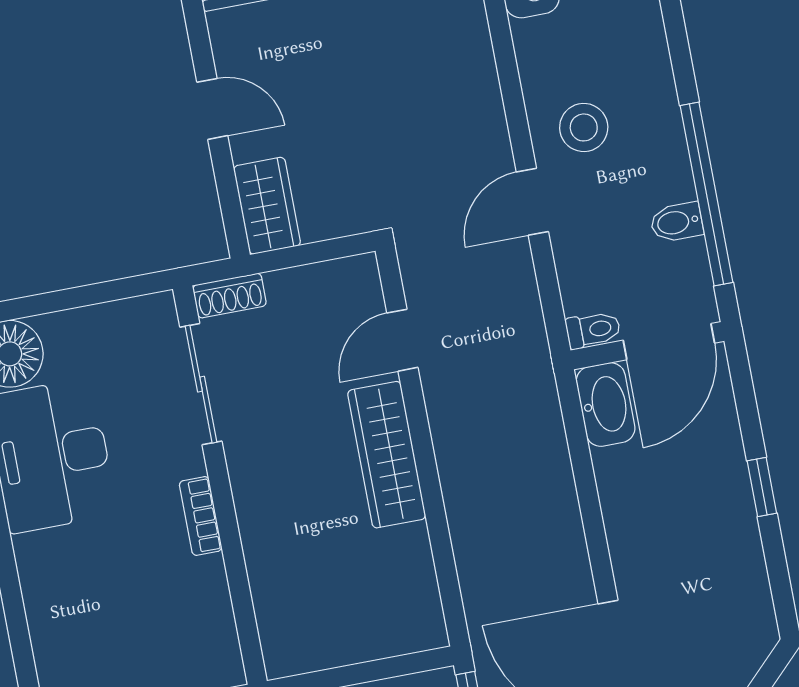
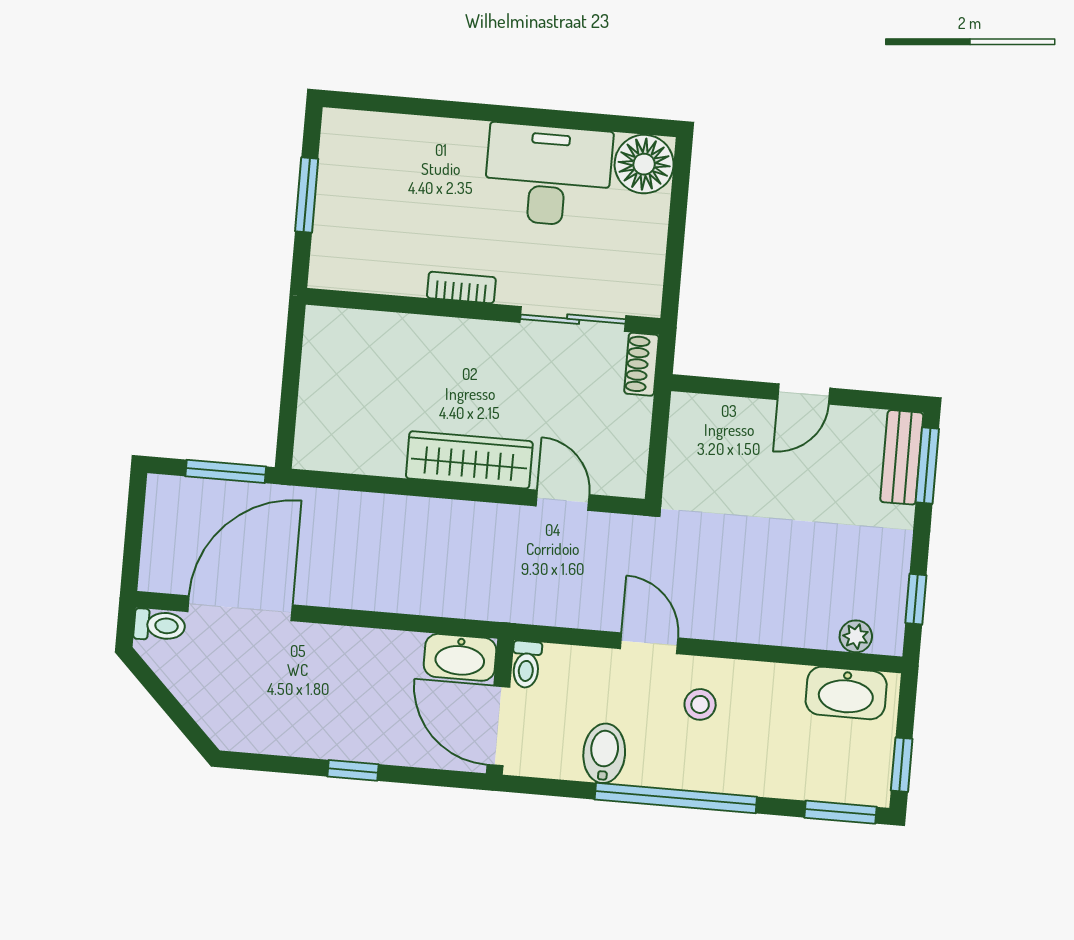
stool: (584, 127) -> (700, 704), width x0.73, depth x0.73
window: (707, 194) -> (676, 798), moved
wardrobe: (267, 206) -> (709, 417), removed
bidet: (677, 222) -> (604, 753), width x1.38, depth x1.36

